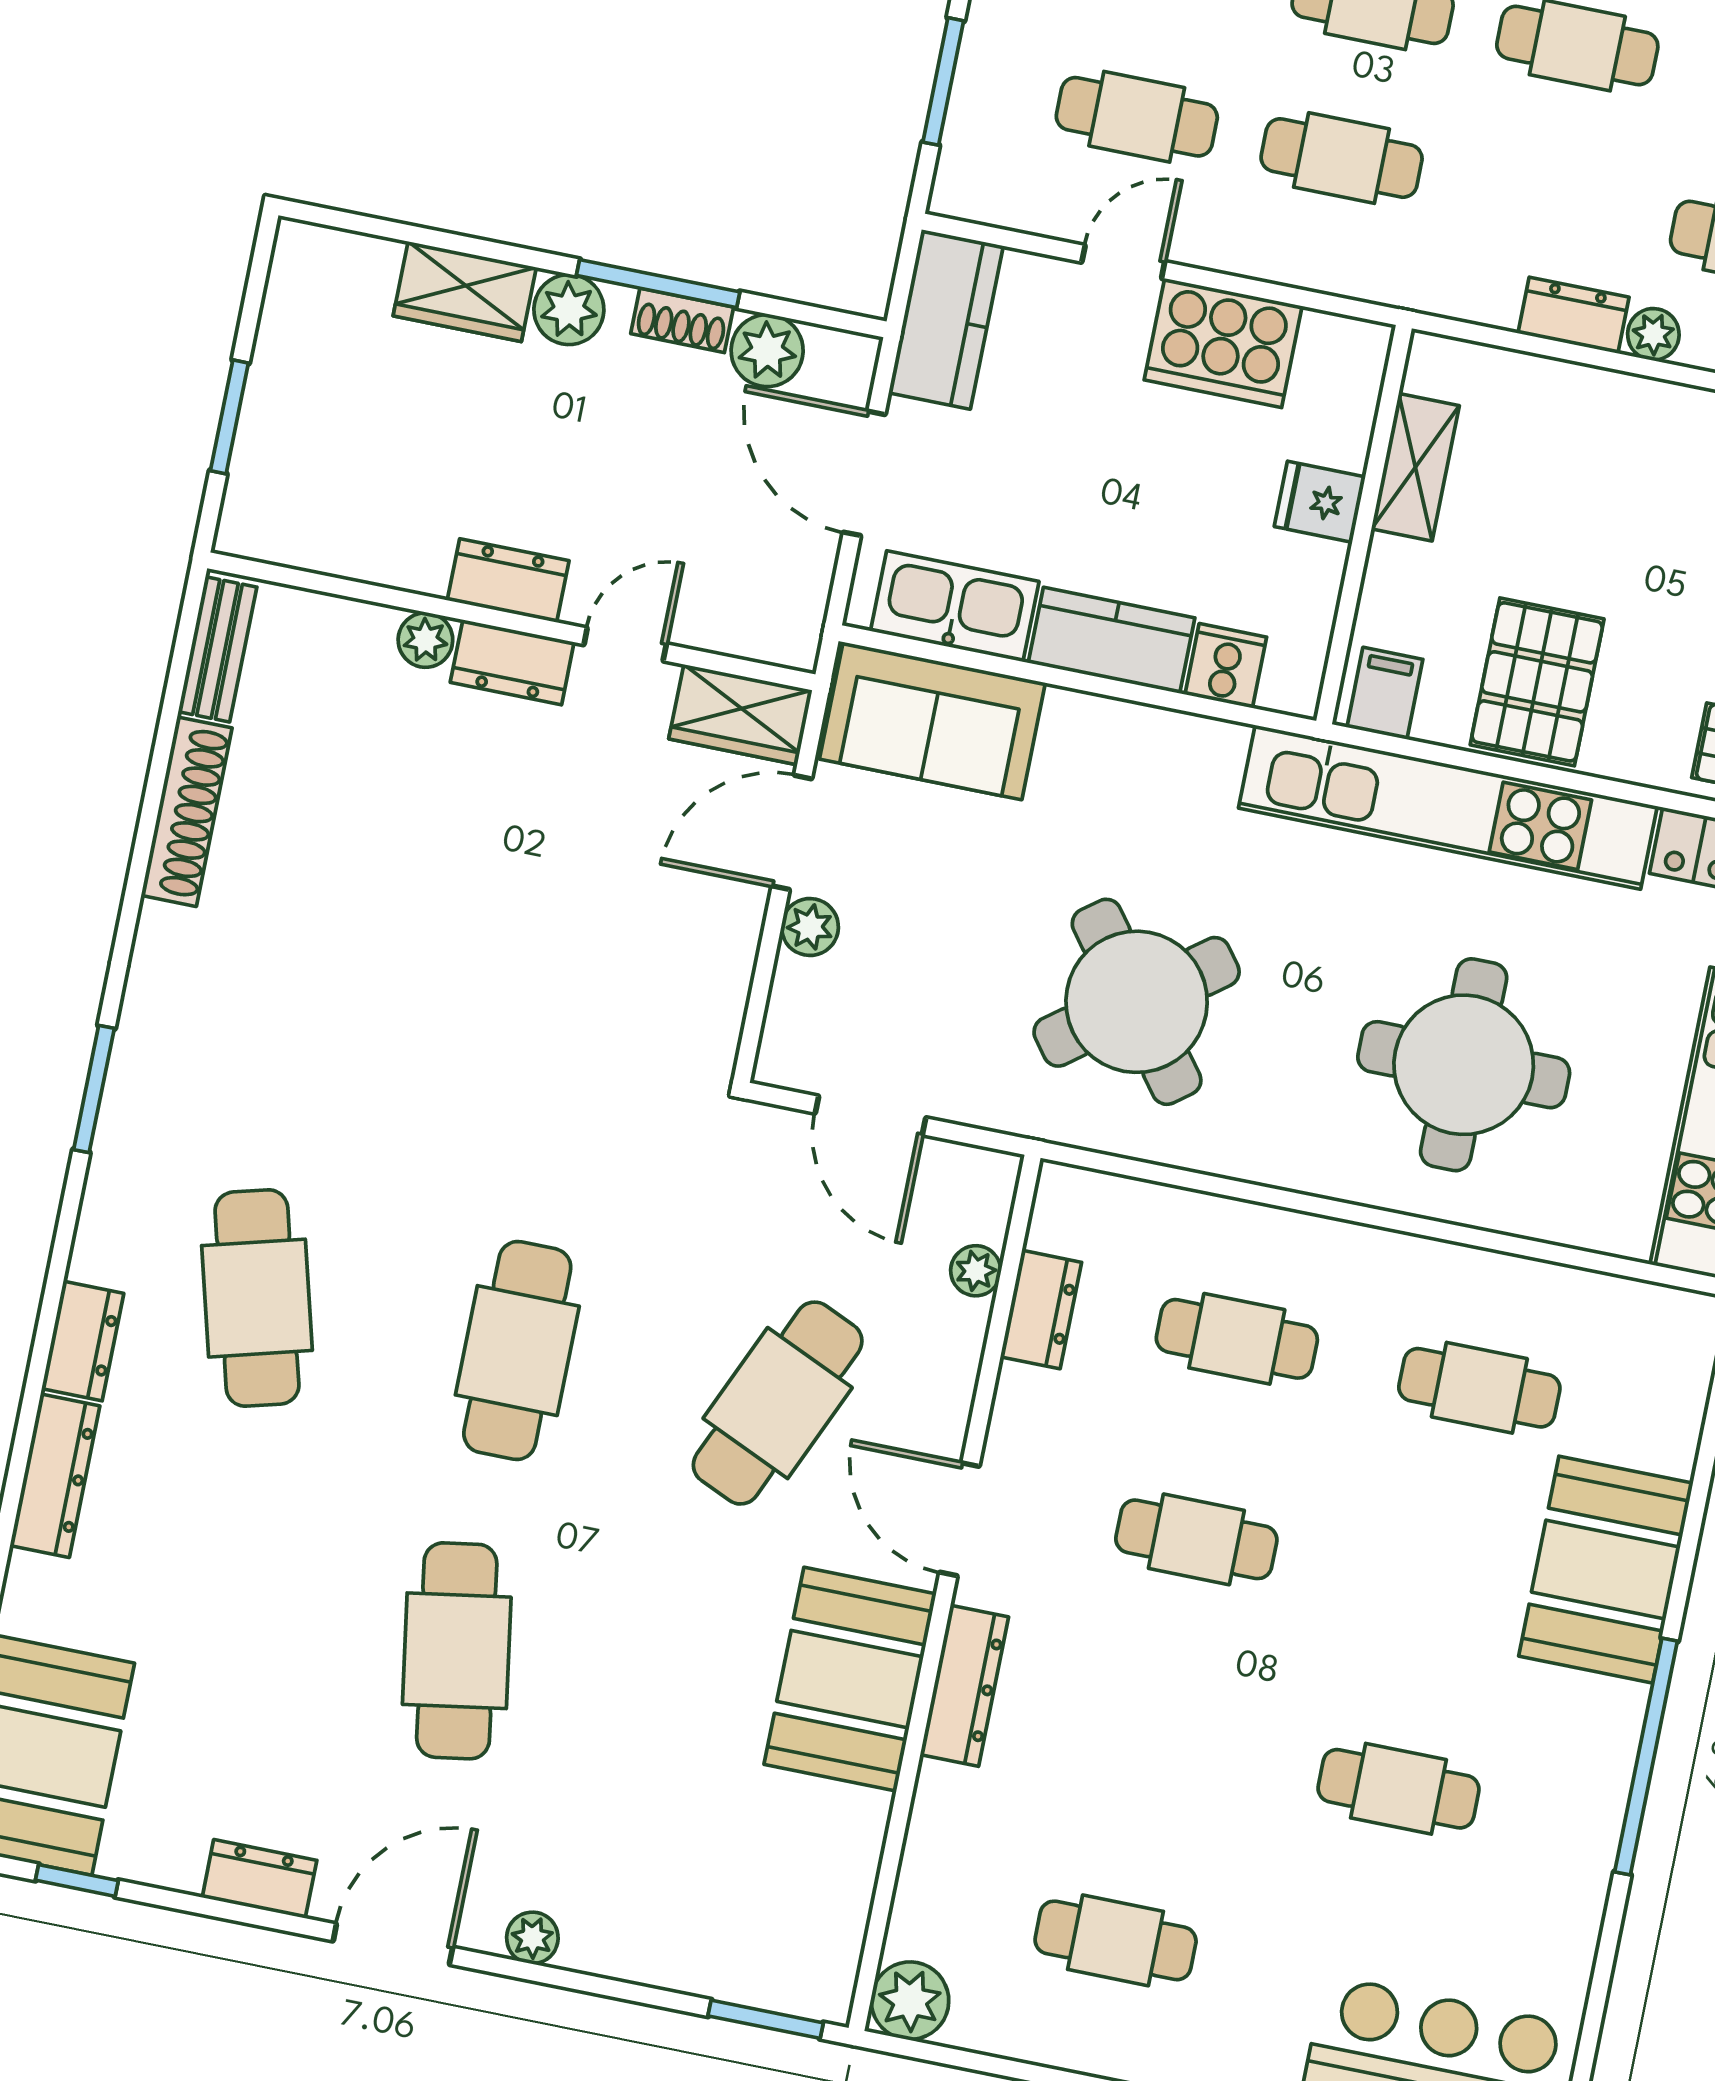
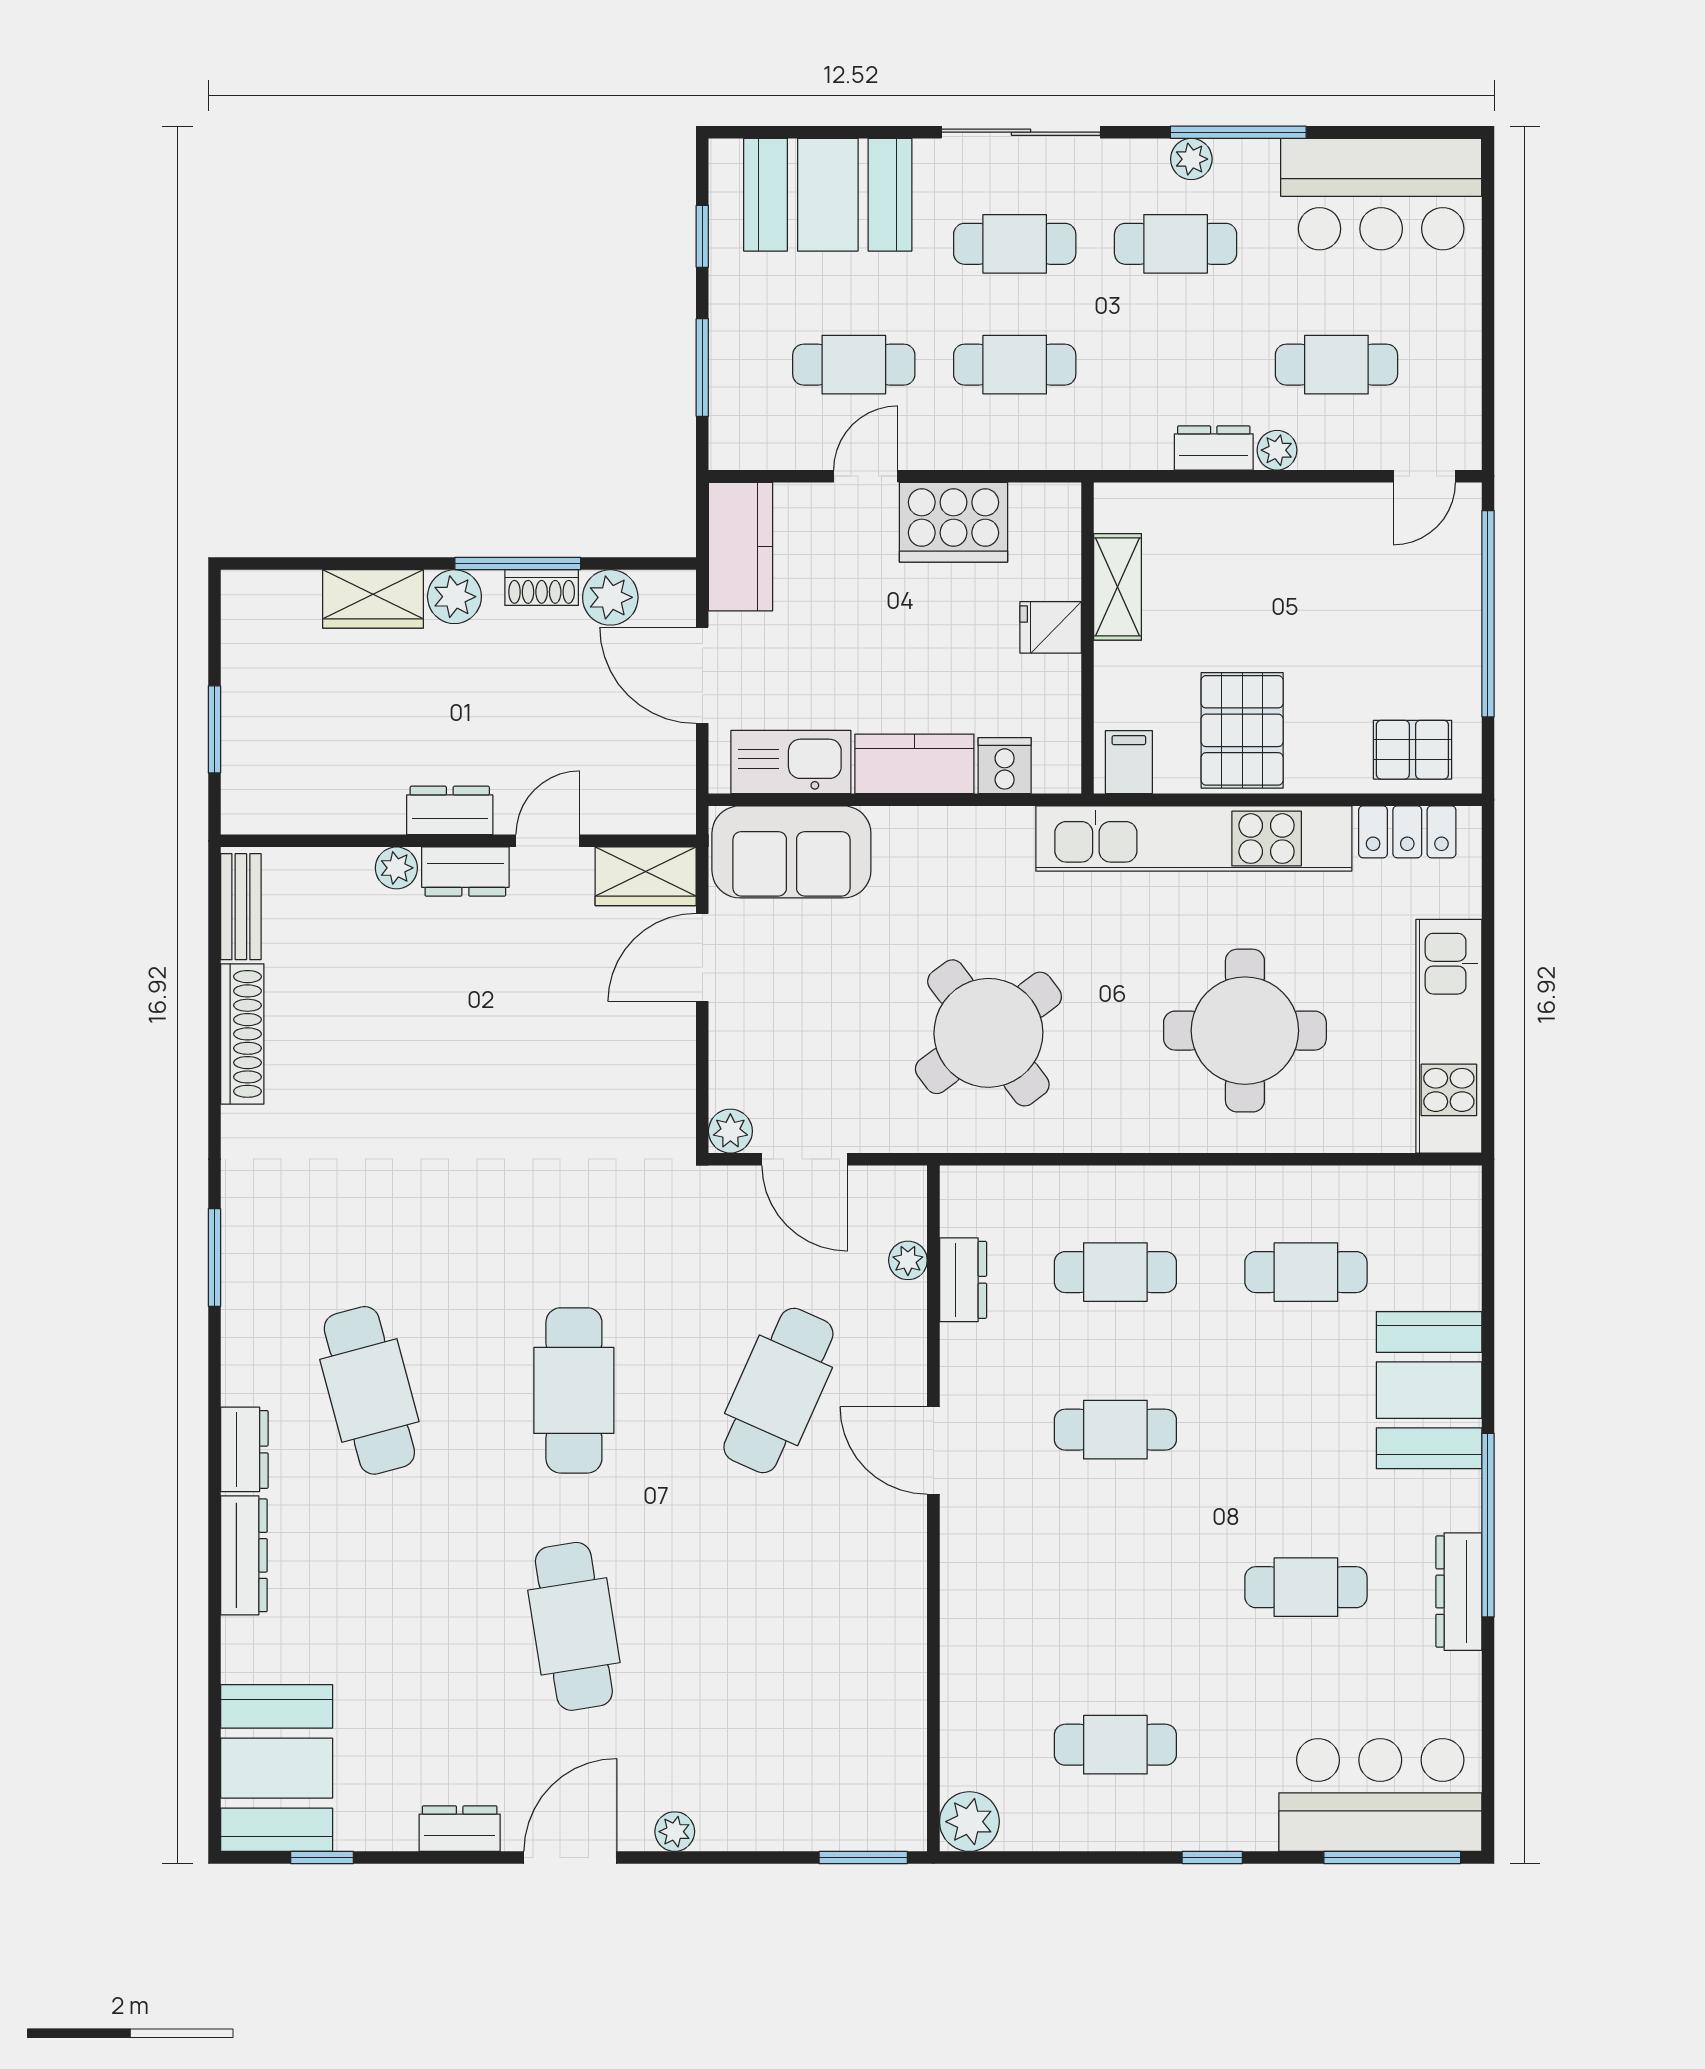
plant: (810, 927) -> (730, 1131), moved
booth: (850, 1679) -> (875, 1588), removed
dresser: (964, 1686) -> (1459, 1592), moved, turned 180

